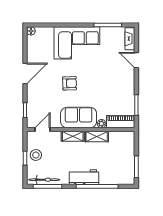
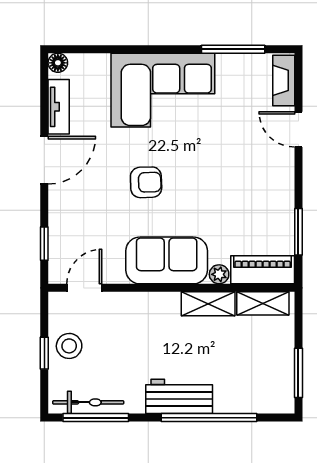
tv unit: (31, 50) -> (59, 107), added
shelving: (73, 136) -> (263, 303), moved

